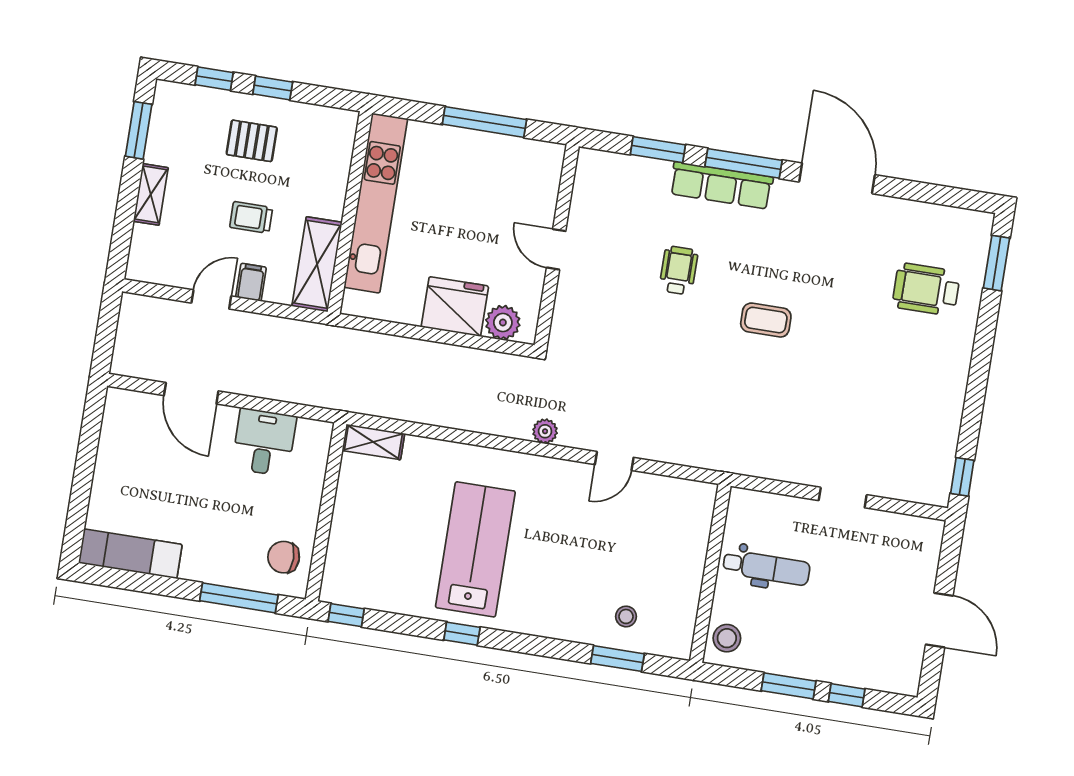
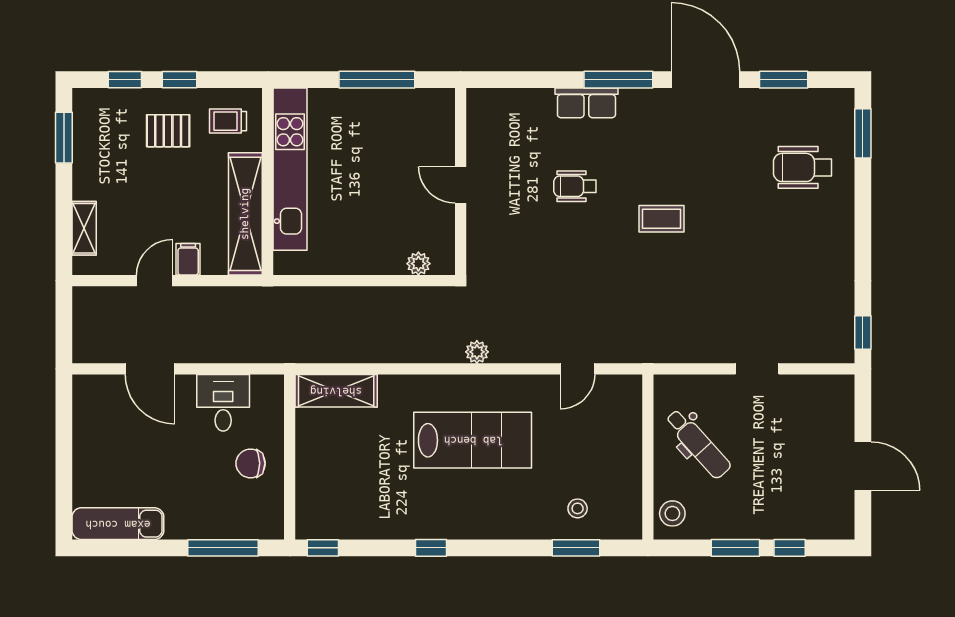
window: (658, 150) -> (784, 80), moved
row of seats: (721, 185) -> (586, 103), width x0.68
shelving: (151, 194) -> (84, 228), moved
trolley: (251, 217) -> (228, 121), moved
shelving: (317, 264) -> (245, 214), width x1.47
wheelchair: (679, 270) -> (575, 186), turned -90
fridge: (455, 307) -> (377, 252), removed
plant: (503, 323) -> (418, 264), width x0.73, depth x0.73
shelving: (373, 442) -> (336, 391), width x1.50, depth x1.33
door: (614, 461) -> (578, 369), moved
lab bench: (475, 549) -> (473, 440), moved, turned 90
chair: (284, 557) -> (251, 463), moved
dental chair: (766, 568) -> (698, 444), turned 48

